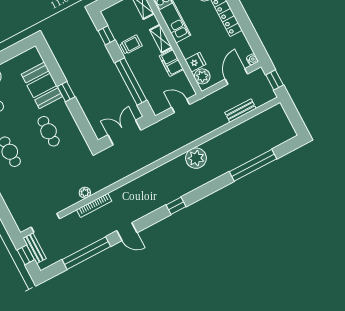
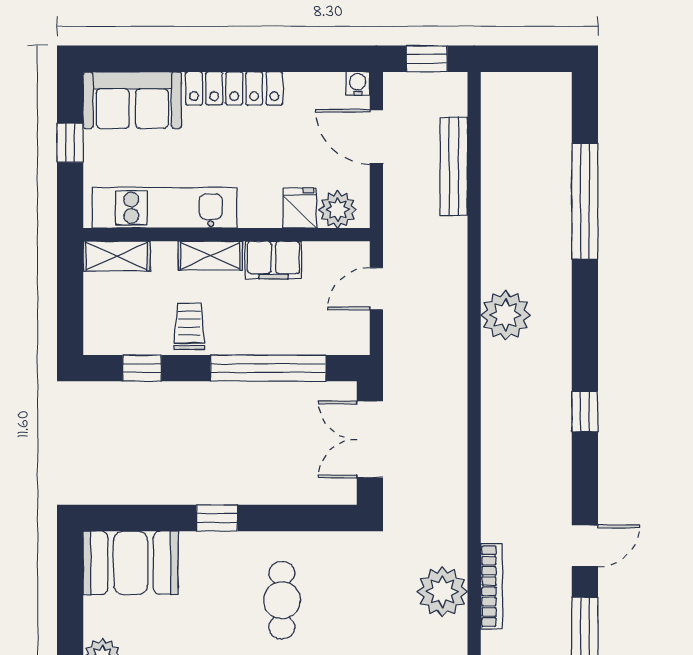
booth: (42, 85) -> (131, 563), moved
bench: (240, 111) -> (454, 166), width x1.36
cafe table: (49, 131) -> (282, 600), turned 90
plant: (85, 193) -> (442, 592), width x1.87, depth x1.87

